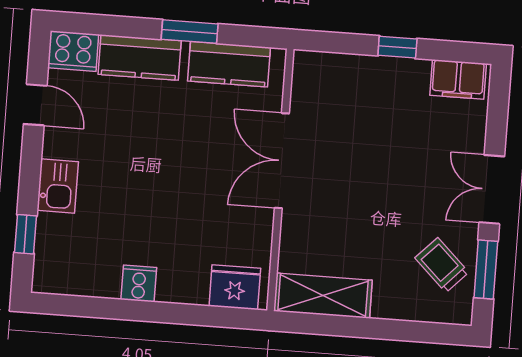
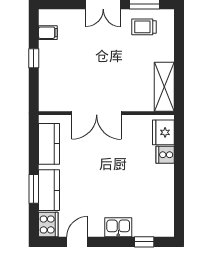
window: (190, 32) -> (34, 189), moved
filing cabinet: (458, 79) -> (48, 33), width x0.50
trolley: (442, 265) -> (144, 27), turned 46
cooker: (139, 283) -> (165, 155), moved

